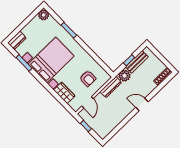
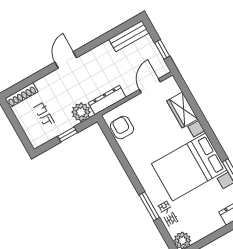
bench: (137, 62) -> (129, 36), moved
armchair: (88, 78) -> (122, 128), moved
door: (142, 105) -> (66, 60), swing flipped

